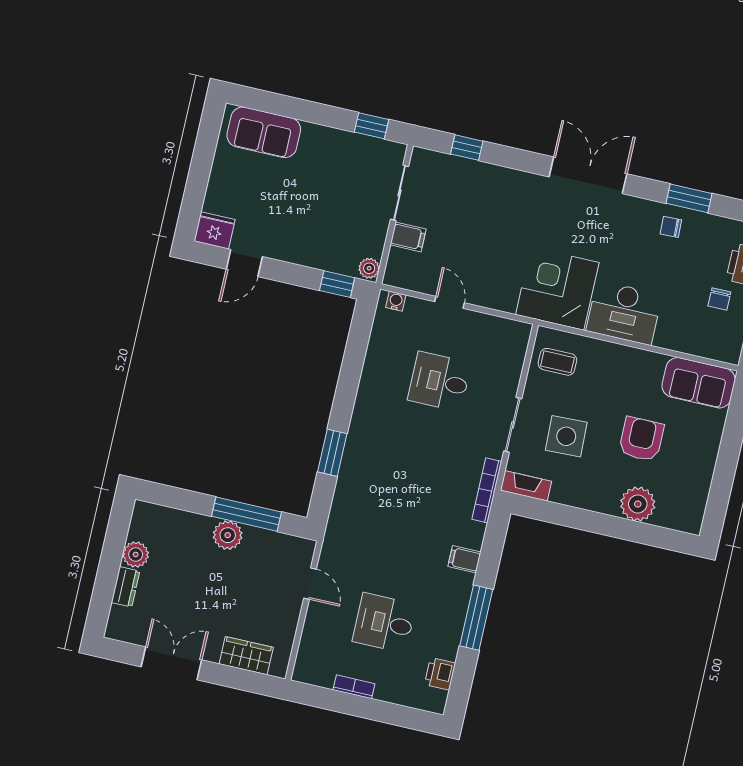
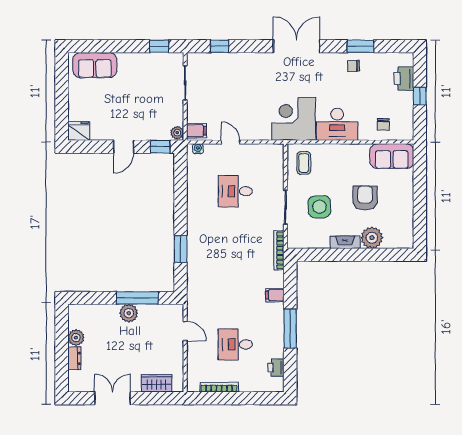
filing cabinet: (408, 237) -> (196, 131), moved
door: (244, 263) -> (124, 147), moved
chair: (719, 299) -> (383, 124), moved
coffee table: (557, 362) -> (304, 163), turned 90
fireplace: (526, 486) -> (345, 242), moved
bookcase: (354, 687) -> (219, 387), width x1.56

